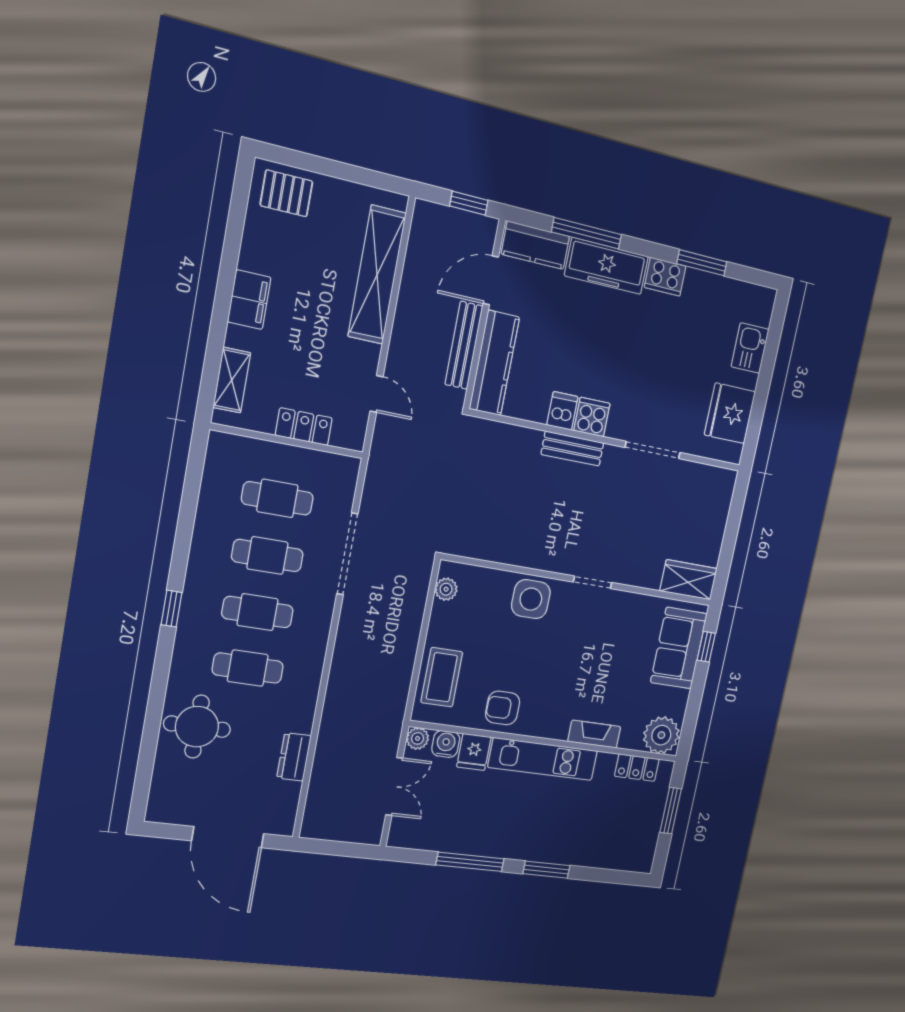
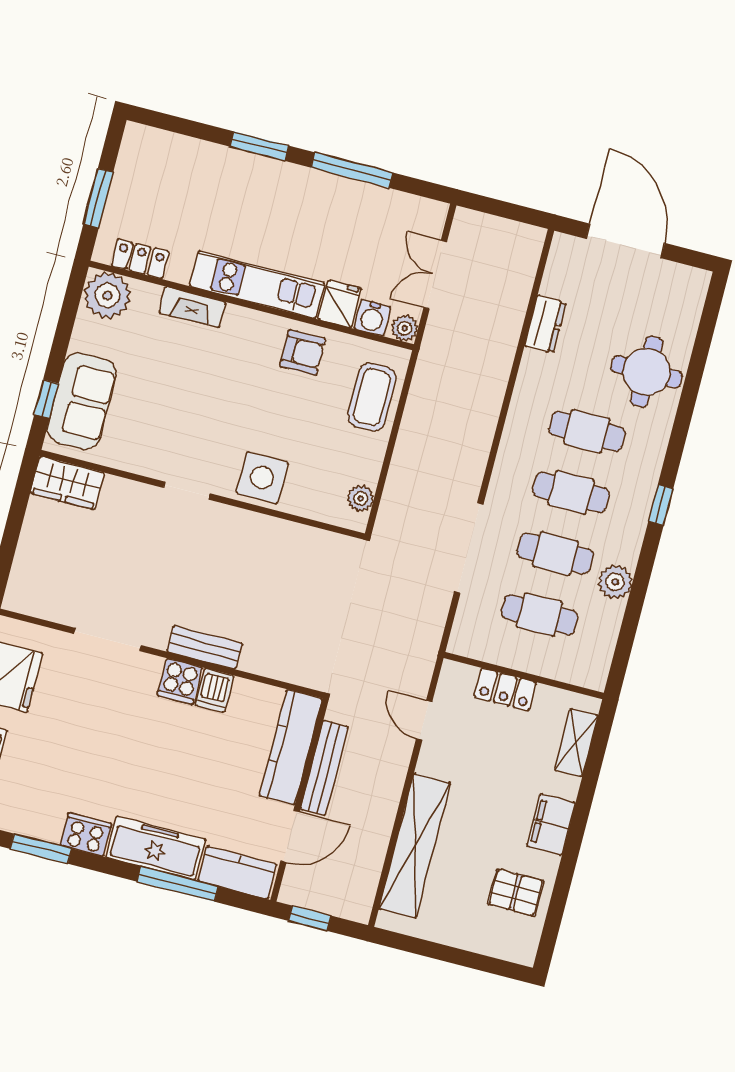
pallet: (286, 193) -> (516, 893), moved
plant: (208, 534) -> (615, 582), added

